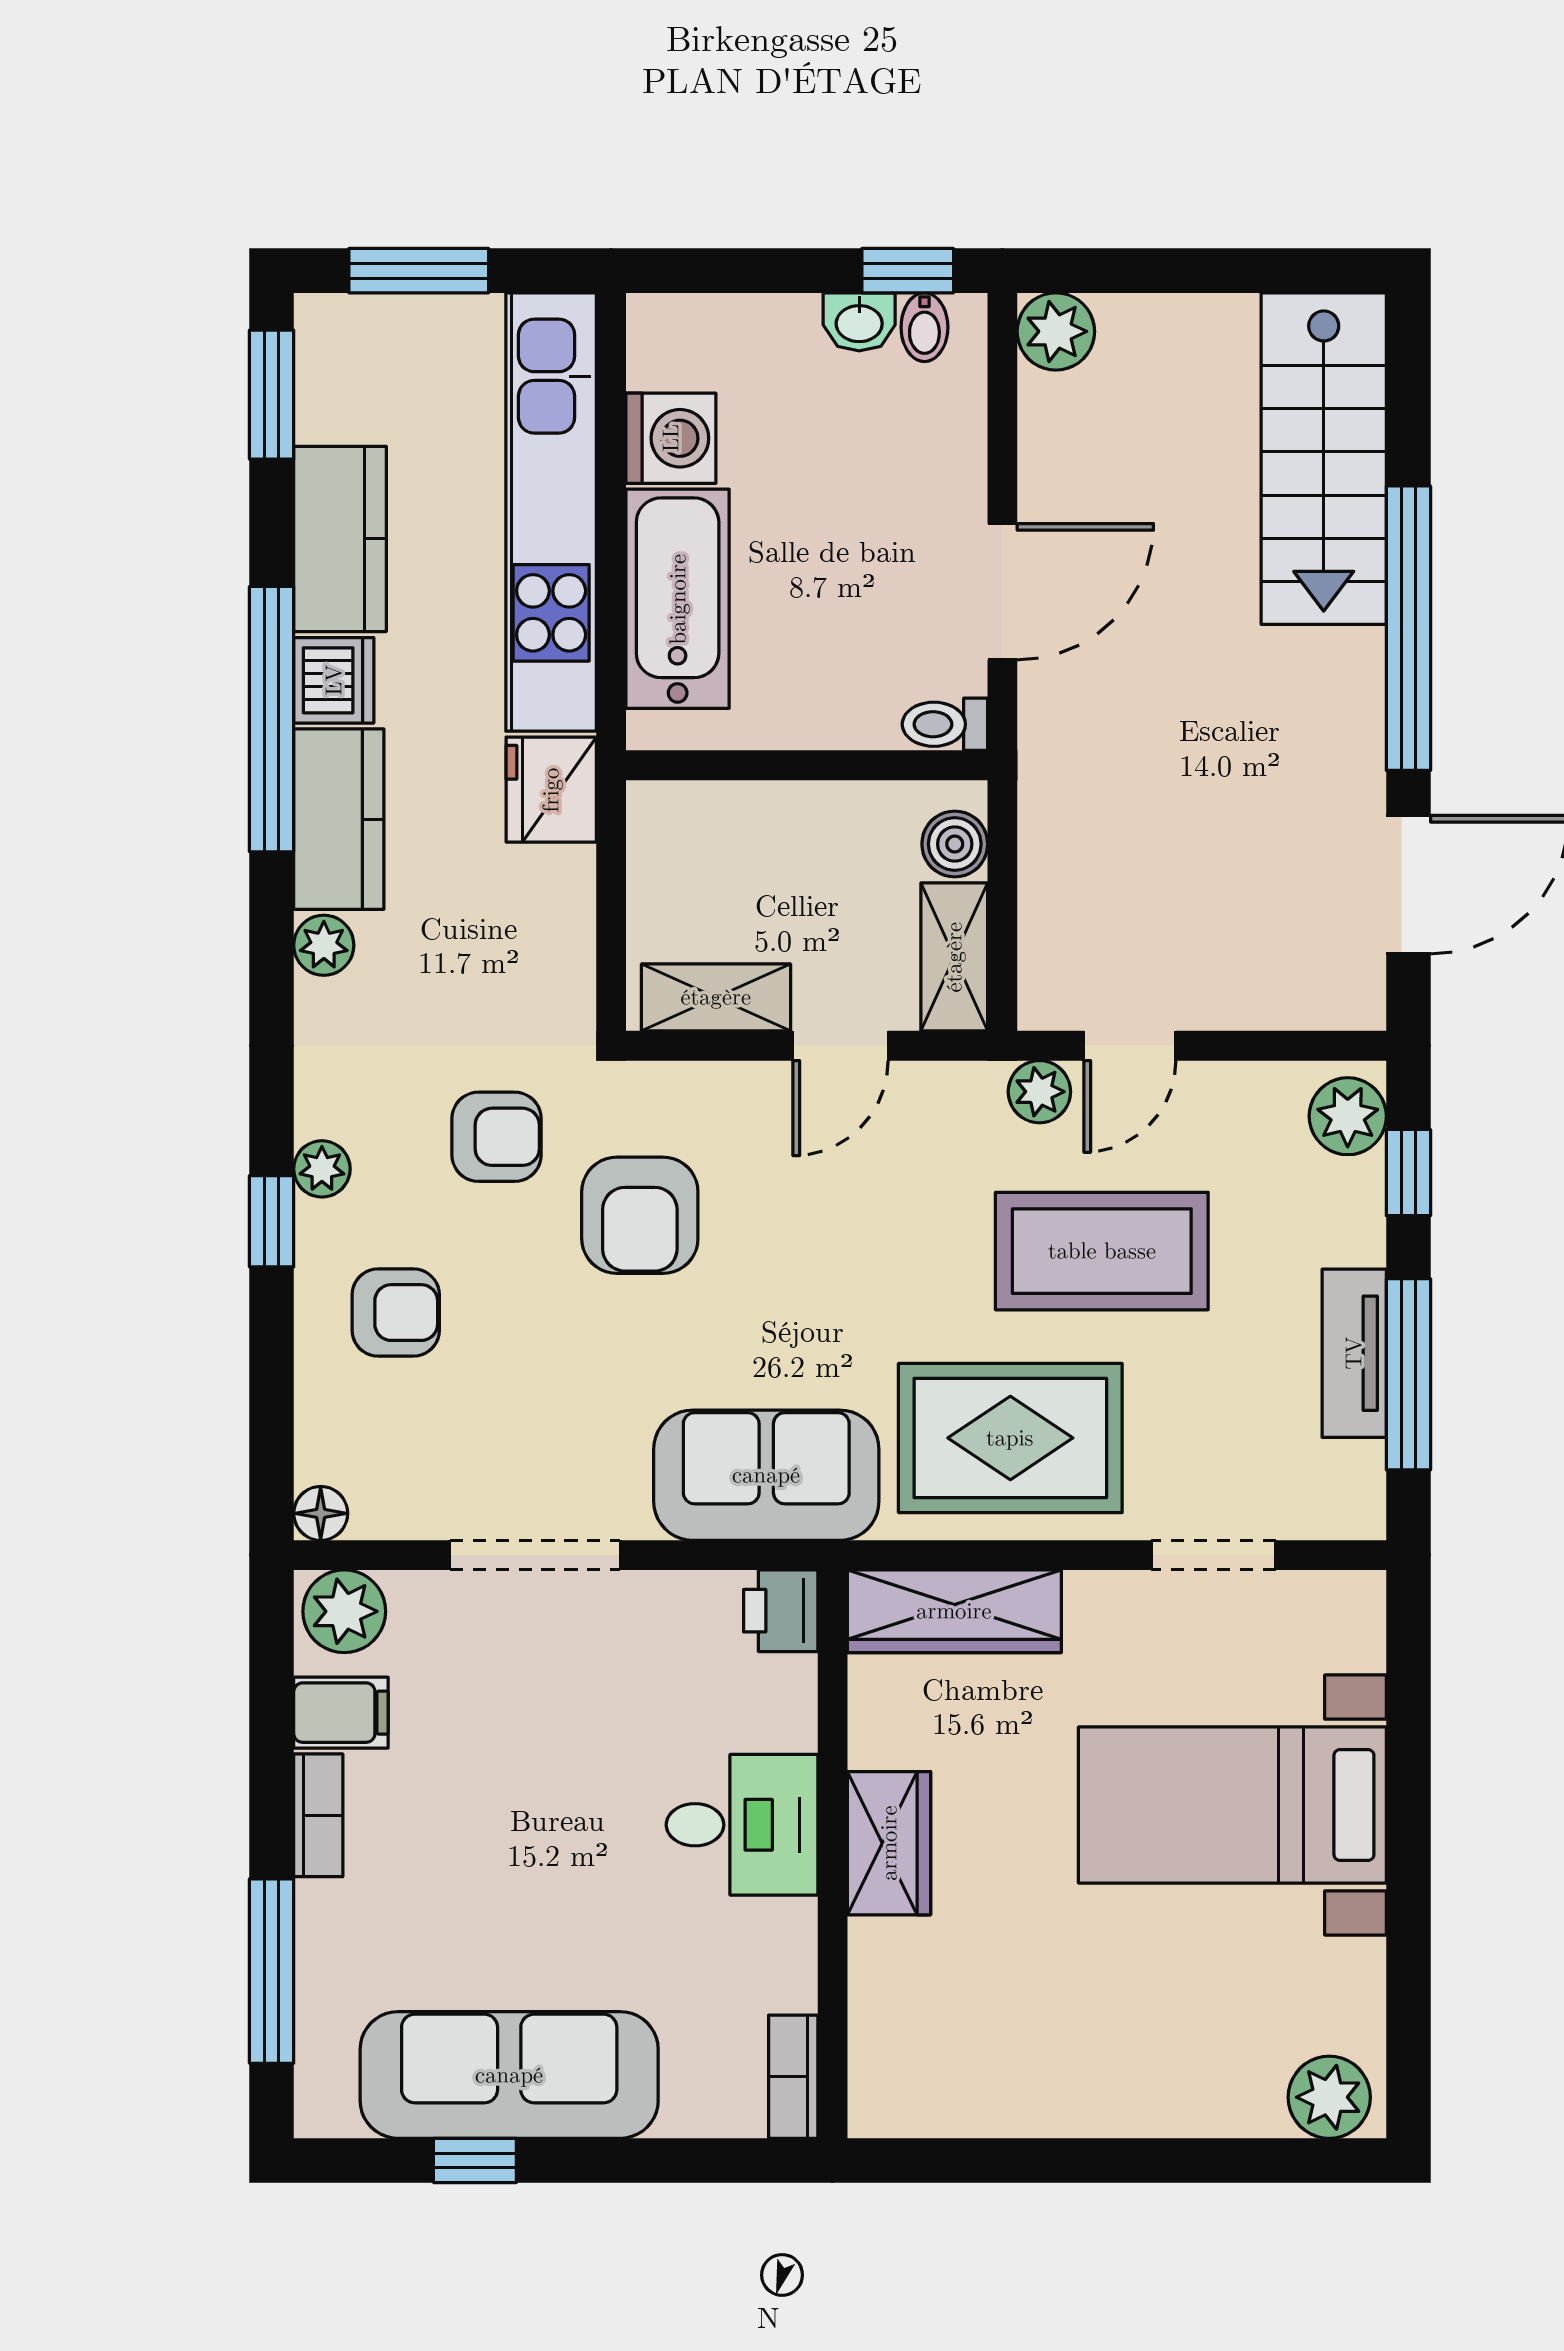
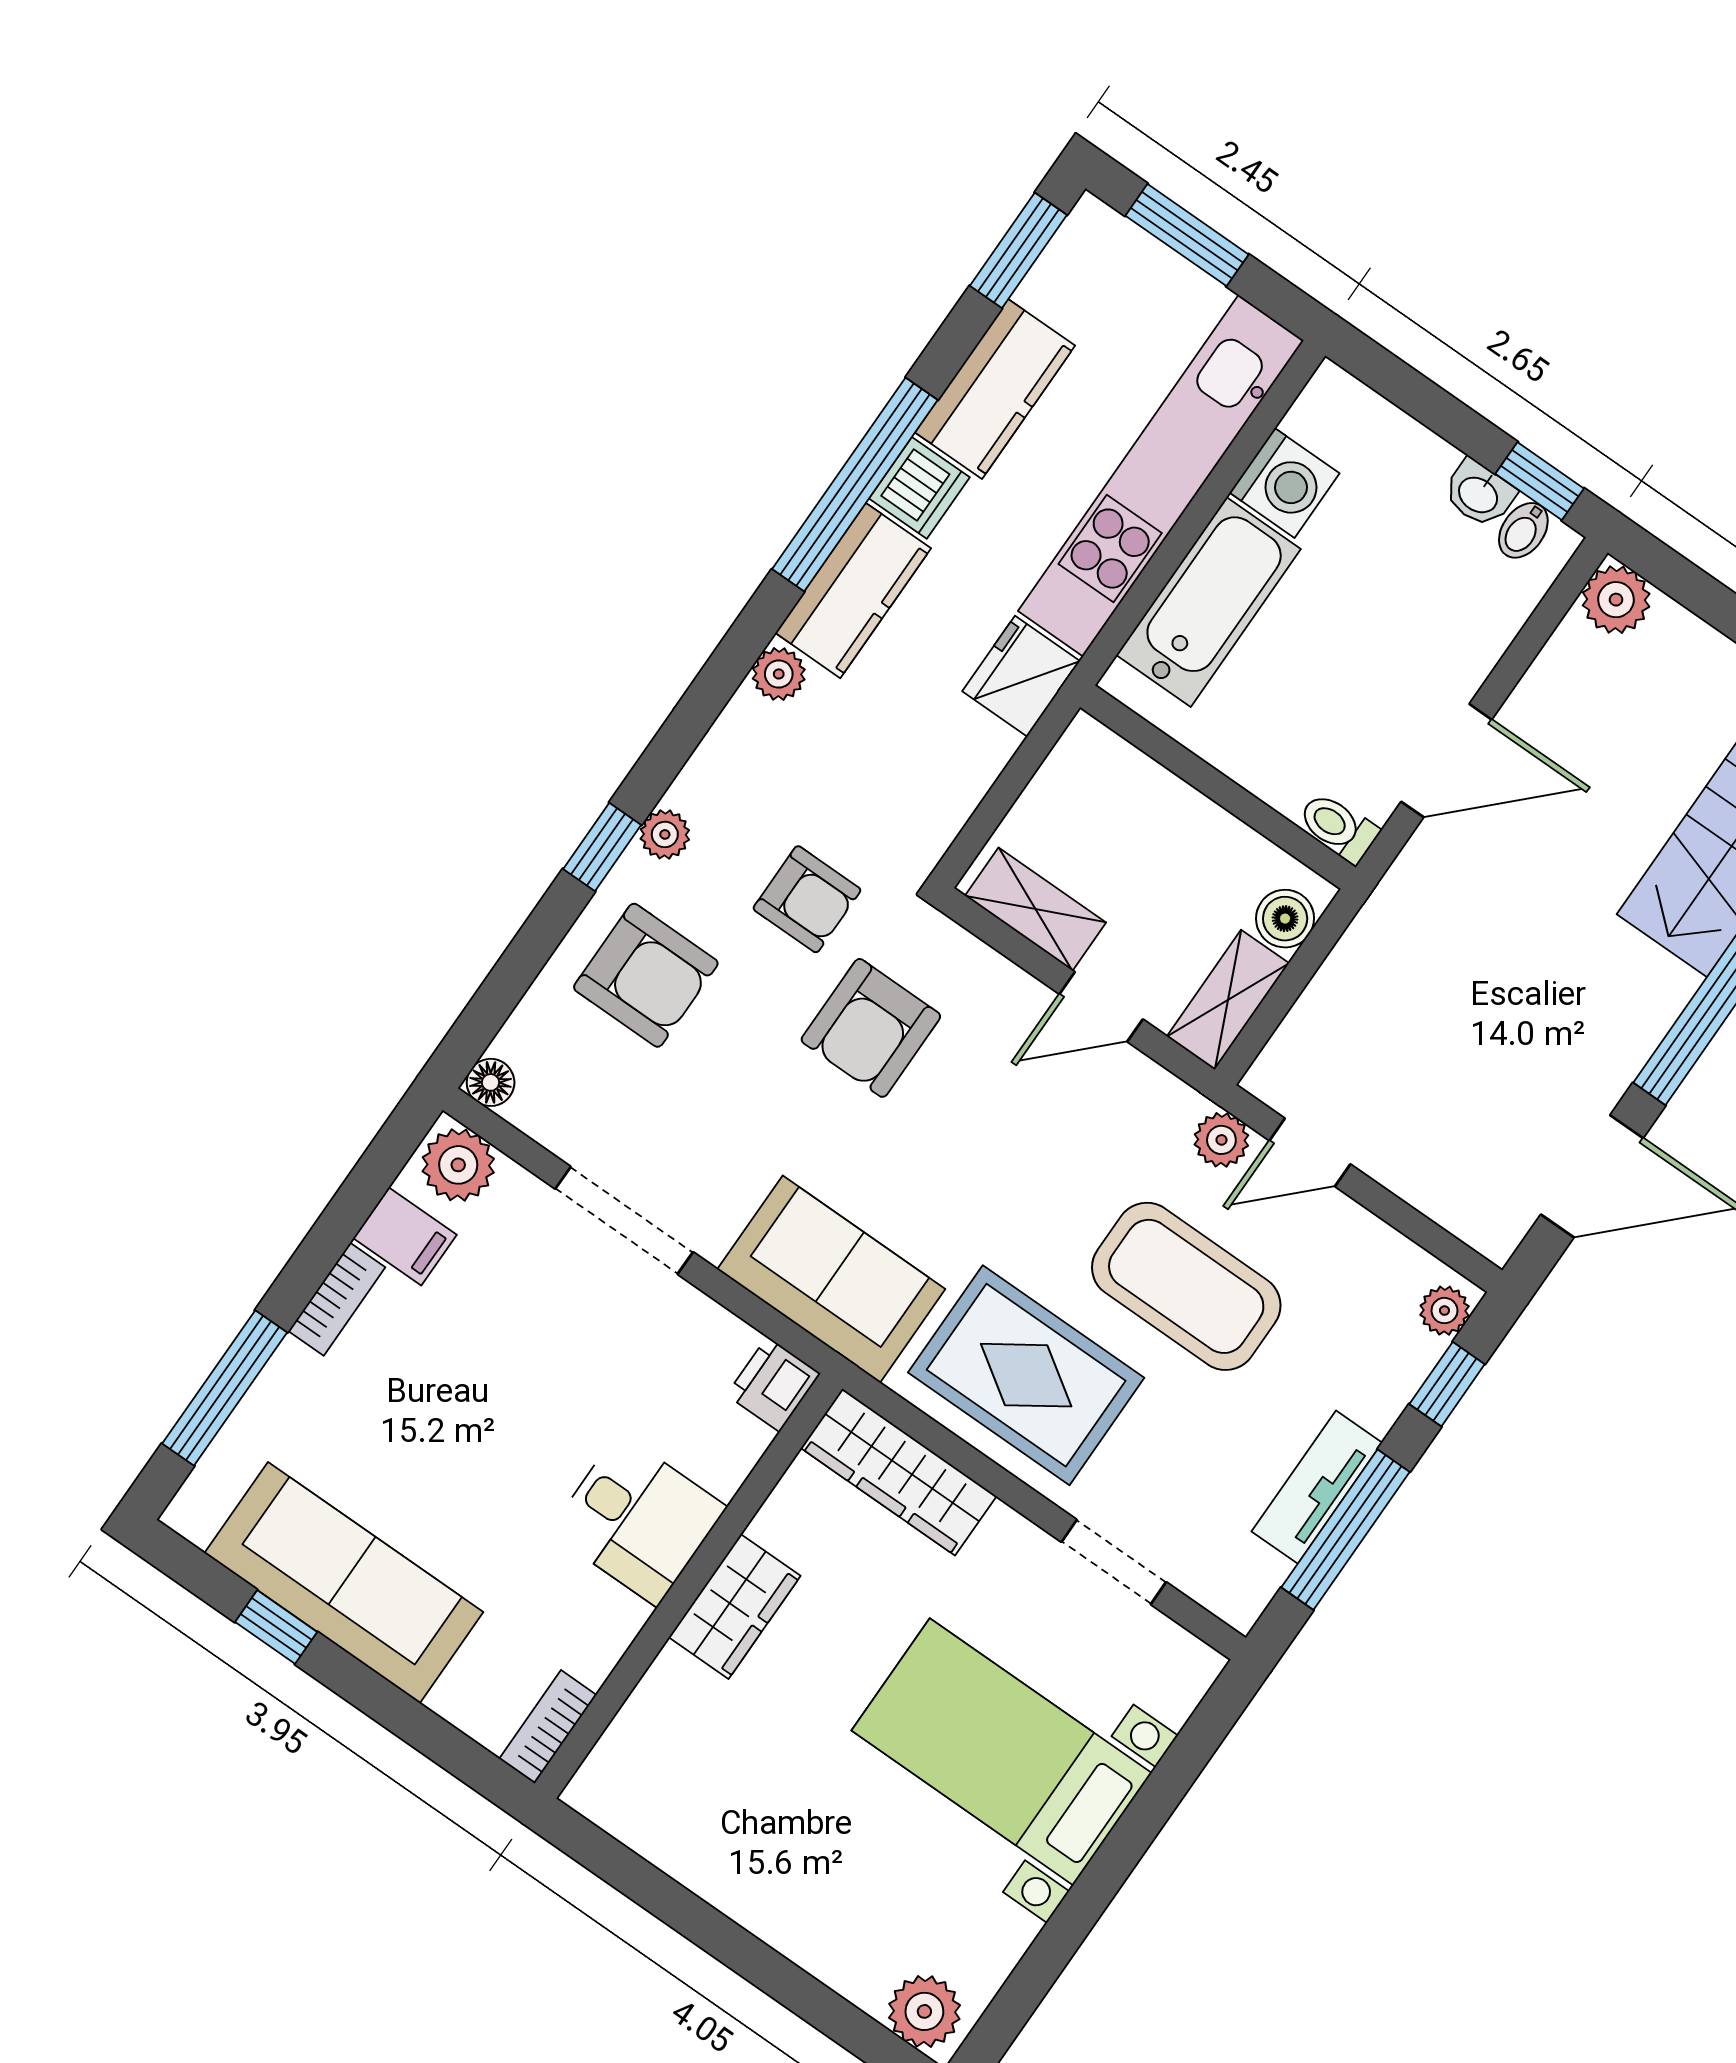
plant: (1348, 1116) -> (1444, 1311), width x0.73, depth x0.73
armchair: (396, 1313) -> (646, 975), width x1.38, depth x1.38

